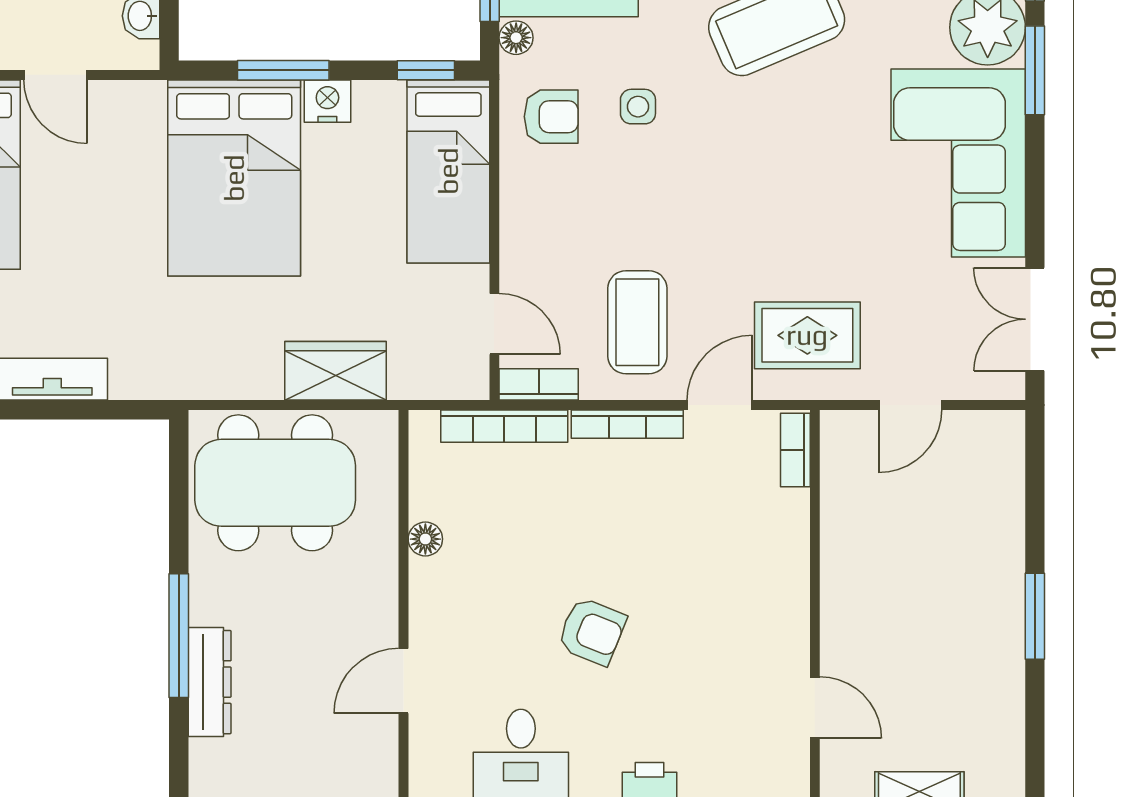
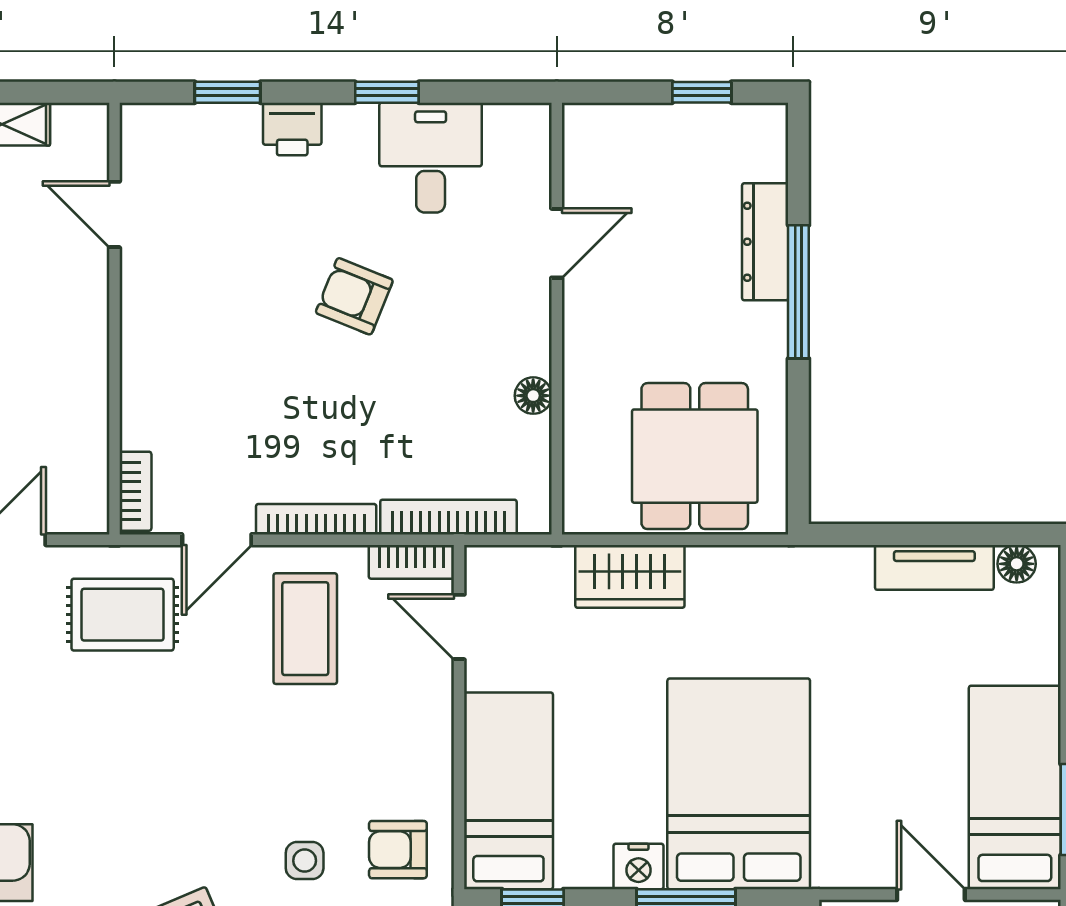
dining table: (275, 483) -> (695, 456), width x0.73

